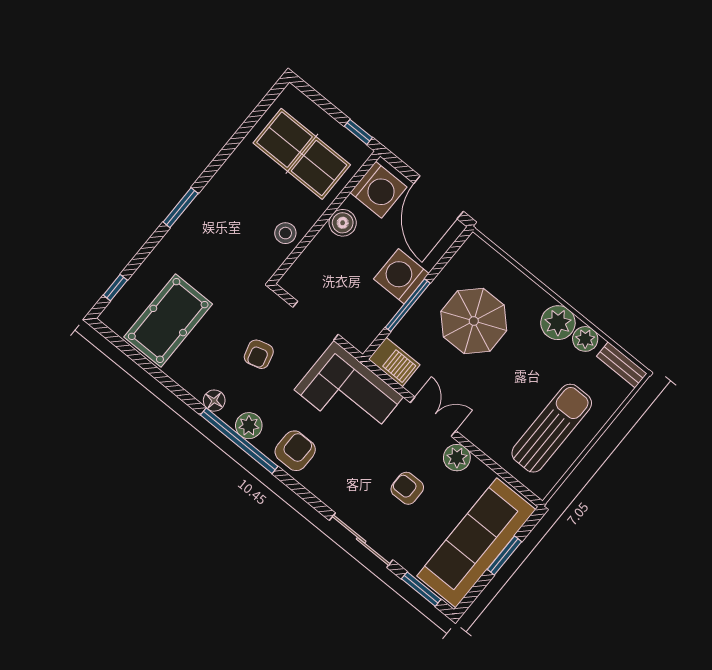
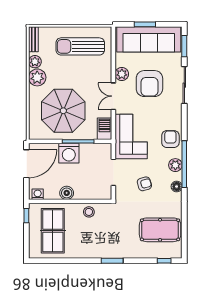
washing machine: (378, 190) -> (38, 194), width x0.53, depth x0.53
parasol: (474, 321) -> (63, 111), width x1.36, depth x1.36
armchair: (295, 451) -> (170, 139), turned 90
armchair: (407, 488) -> (149, 84), width x1.88, depth x1.88

